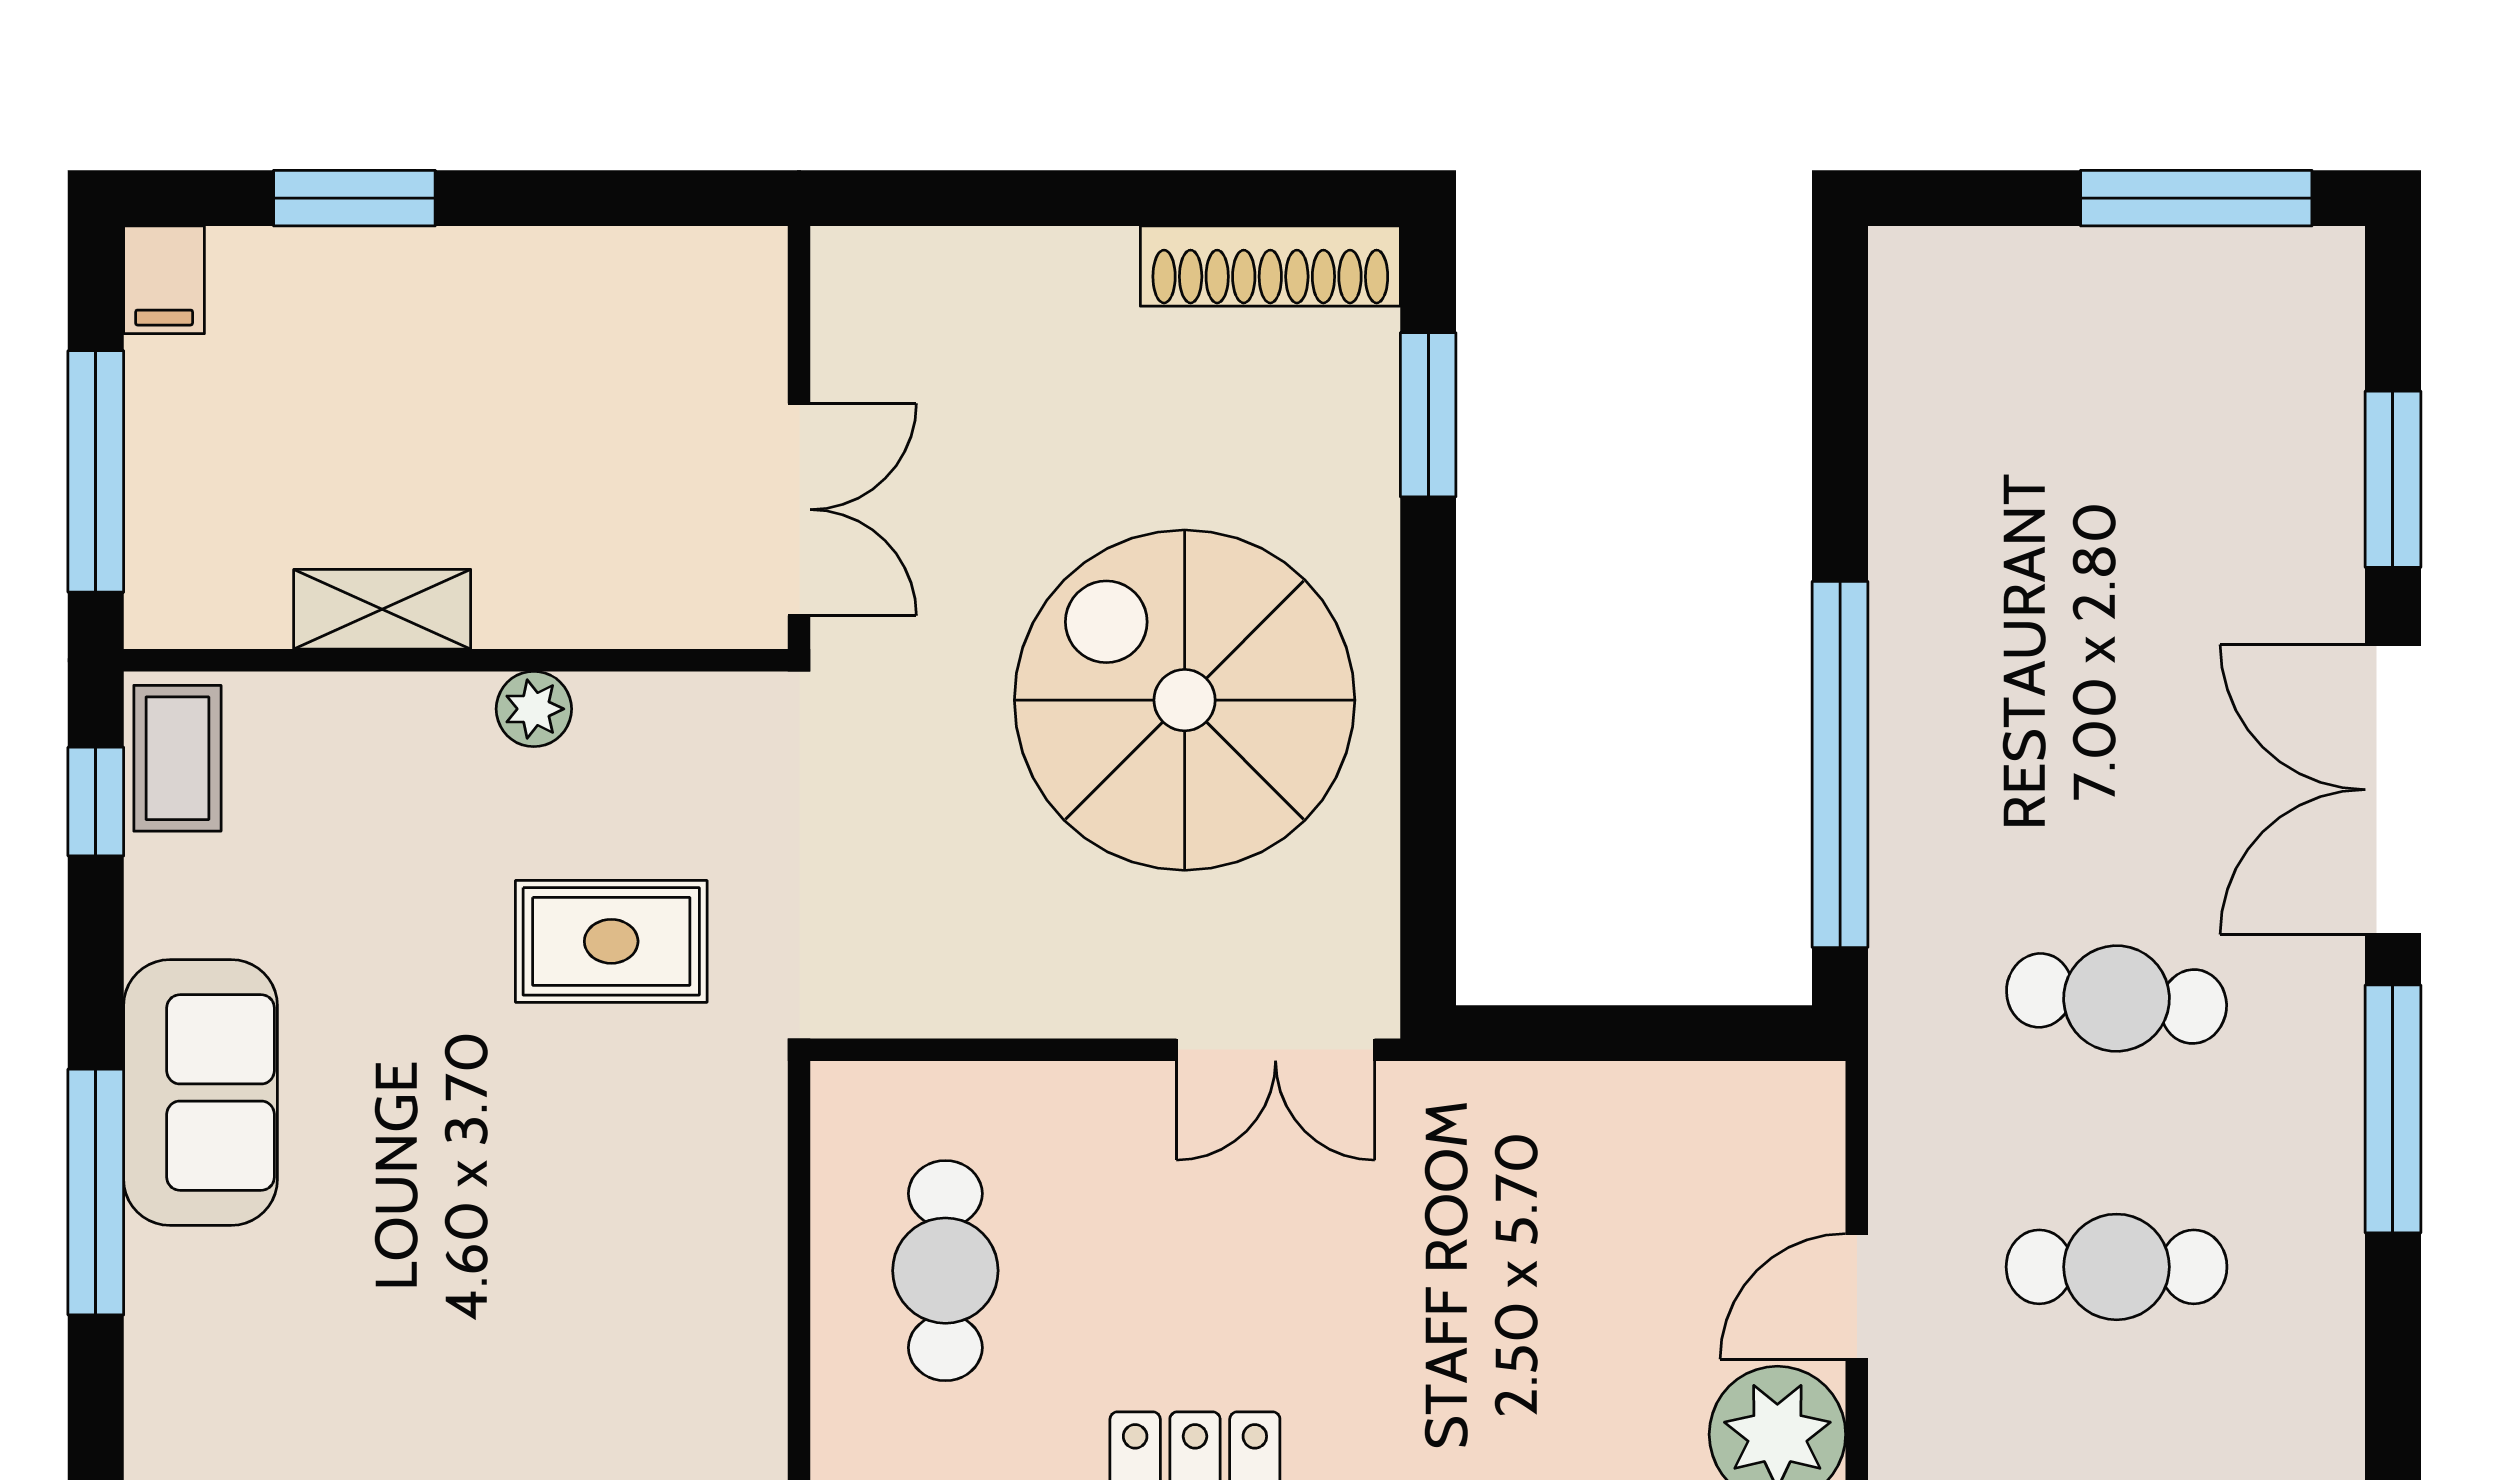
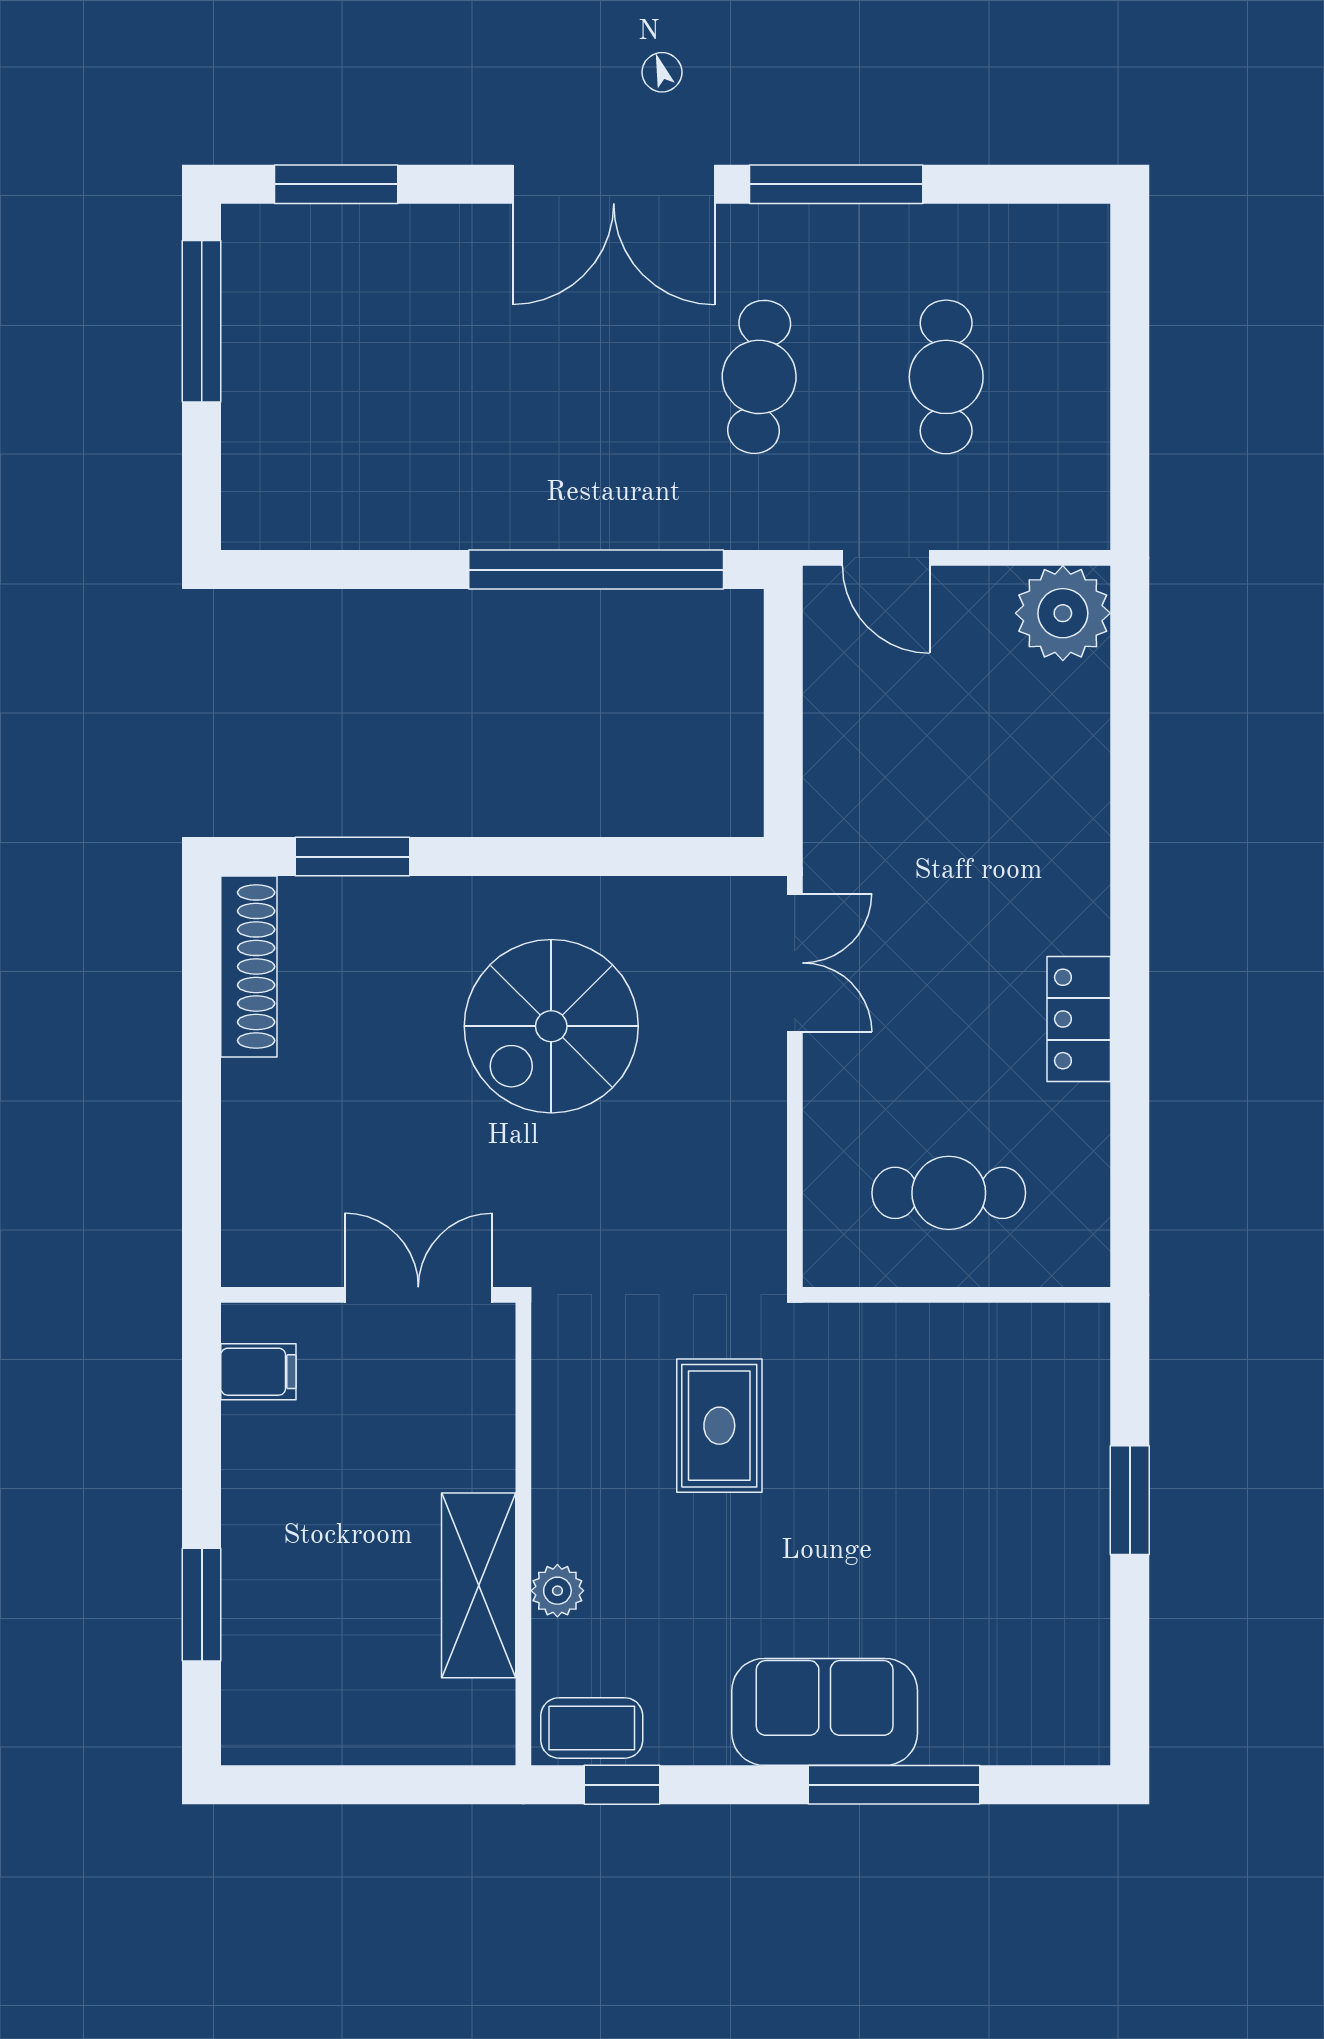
filing cabinet: (164, 280) -> (258, 1372), moved
window: (96, 471) -> (392, 1785), removed
window: (2393, 479) -> (336, 184), moved
shelving: (382, 609) -> (479, 1585), width x1.50, depth x1.33
spiral stairs: (1185, 700) -> (551, 1026), width x0.73, depth x0.73
plant: (534, 709) -> (557, 1591), moved
door: (1857, 1296) -> (886, 558), moved

